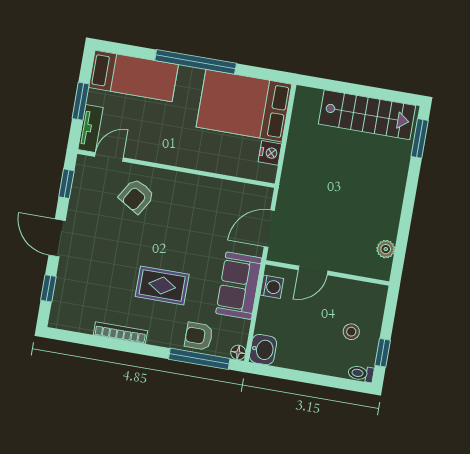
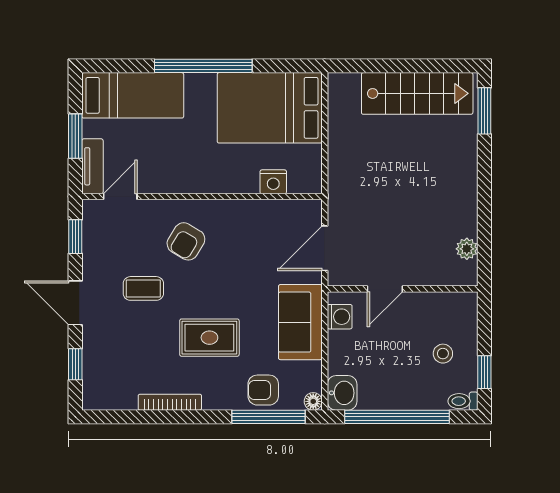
nightstand: (270, 153) -> (273, 182), moved, turned 90
armchair: (137, 196) -> (186, 241), moved
coffee table: (115, 236) -> (143, 288), added
window: (305, 377) -> (397, 417), added

